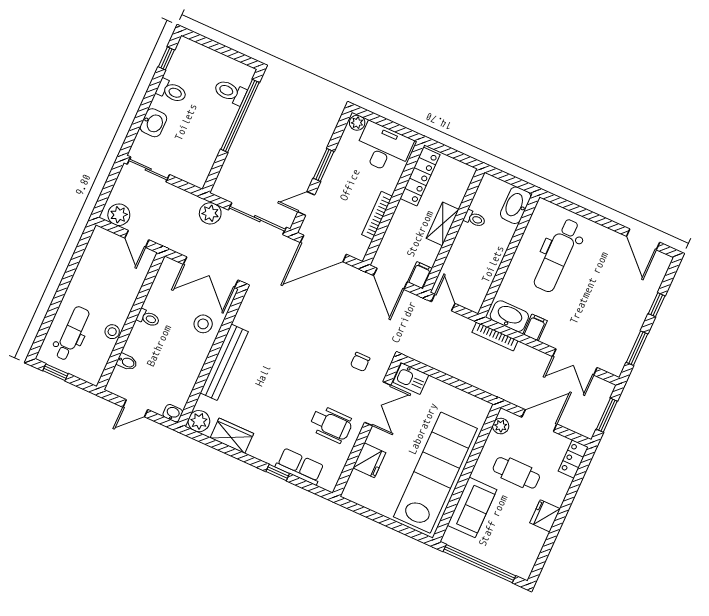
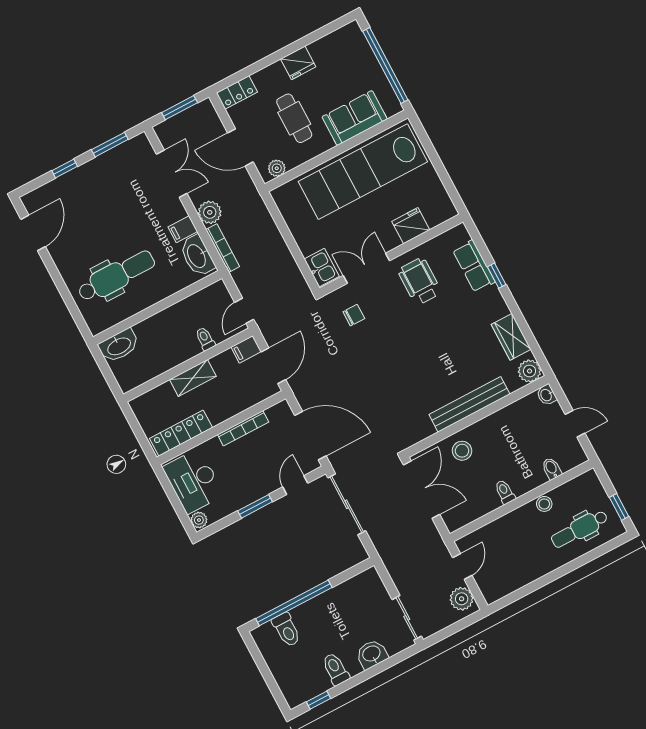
door: (306, 203) -> (295, 485), swing flipped
plant: (210, 213) -> (210, 212), moved
toilet: (475, 219) -> (205, 339), moved

